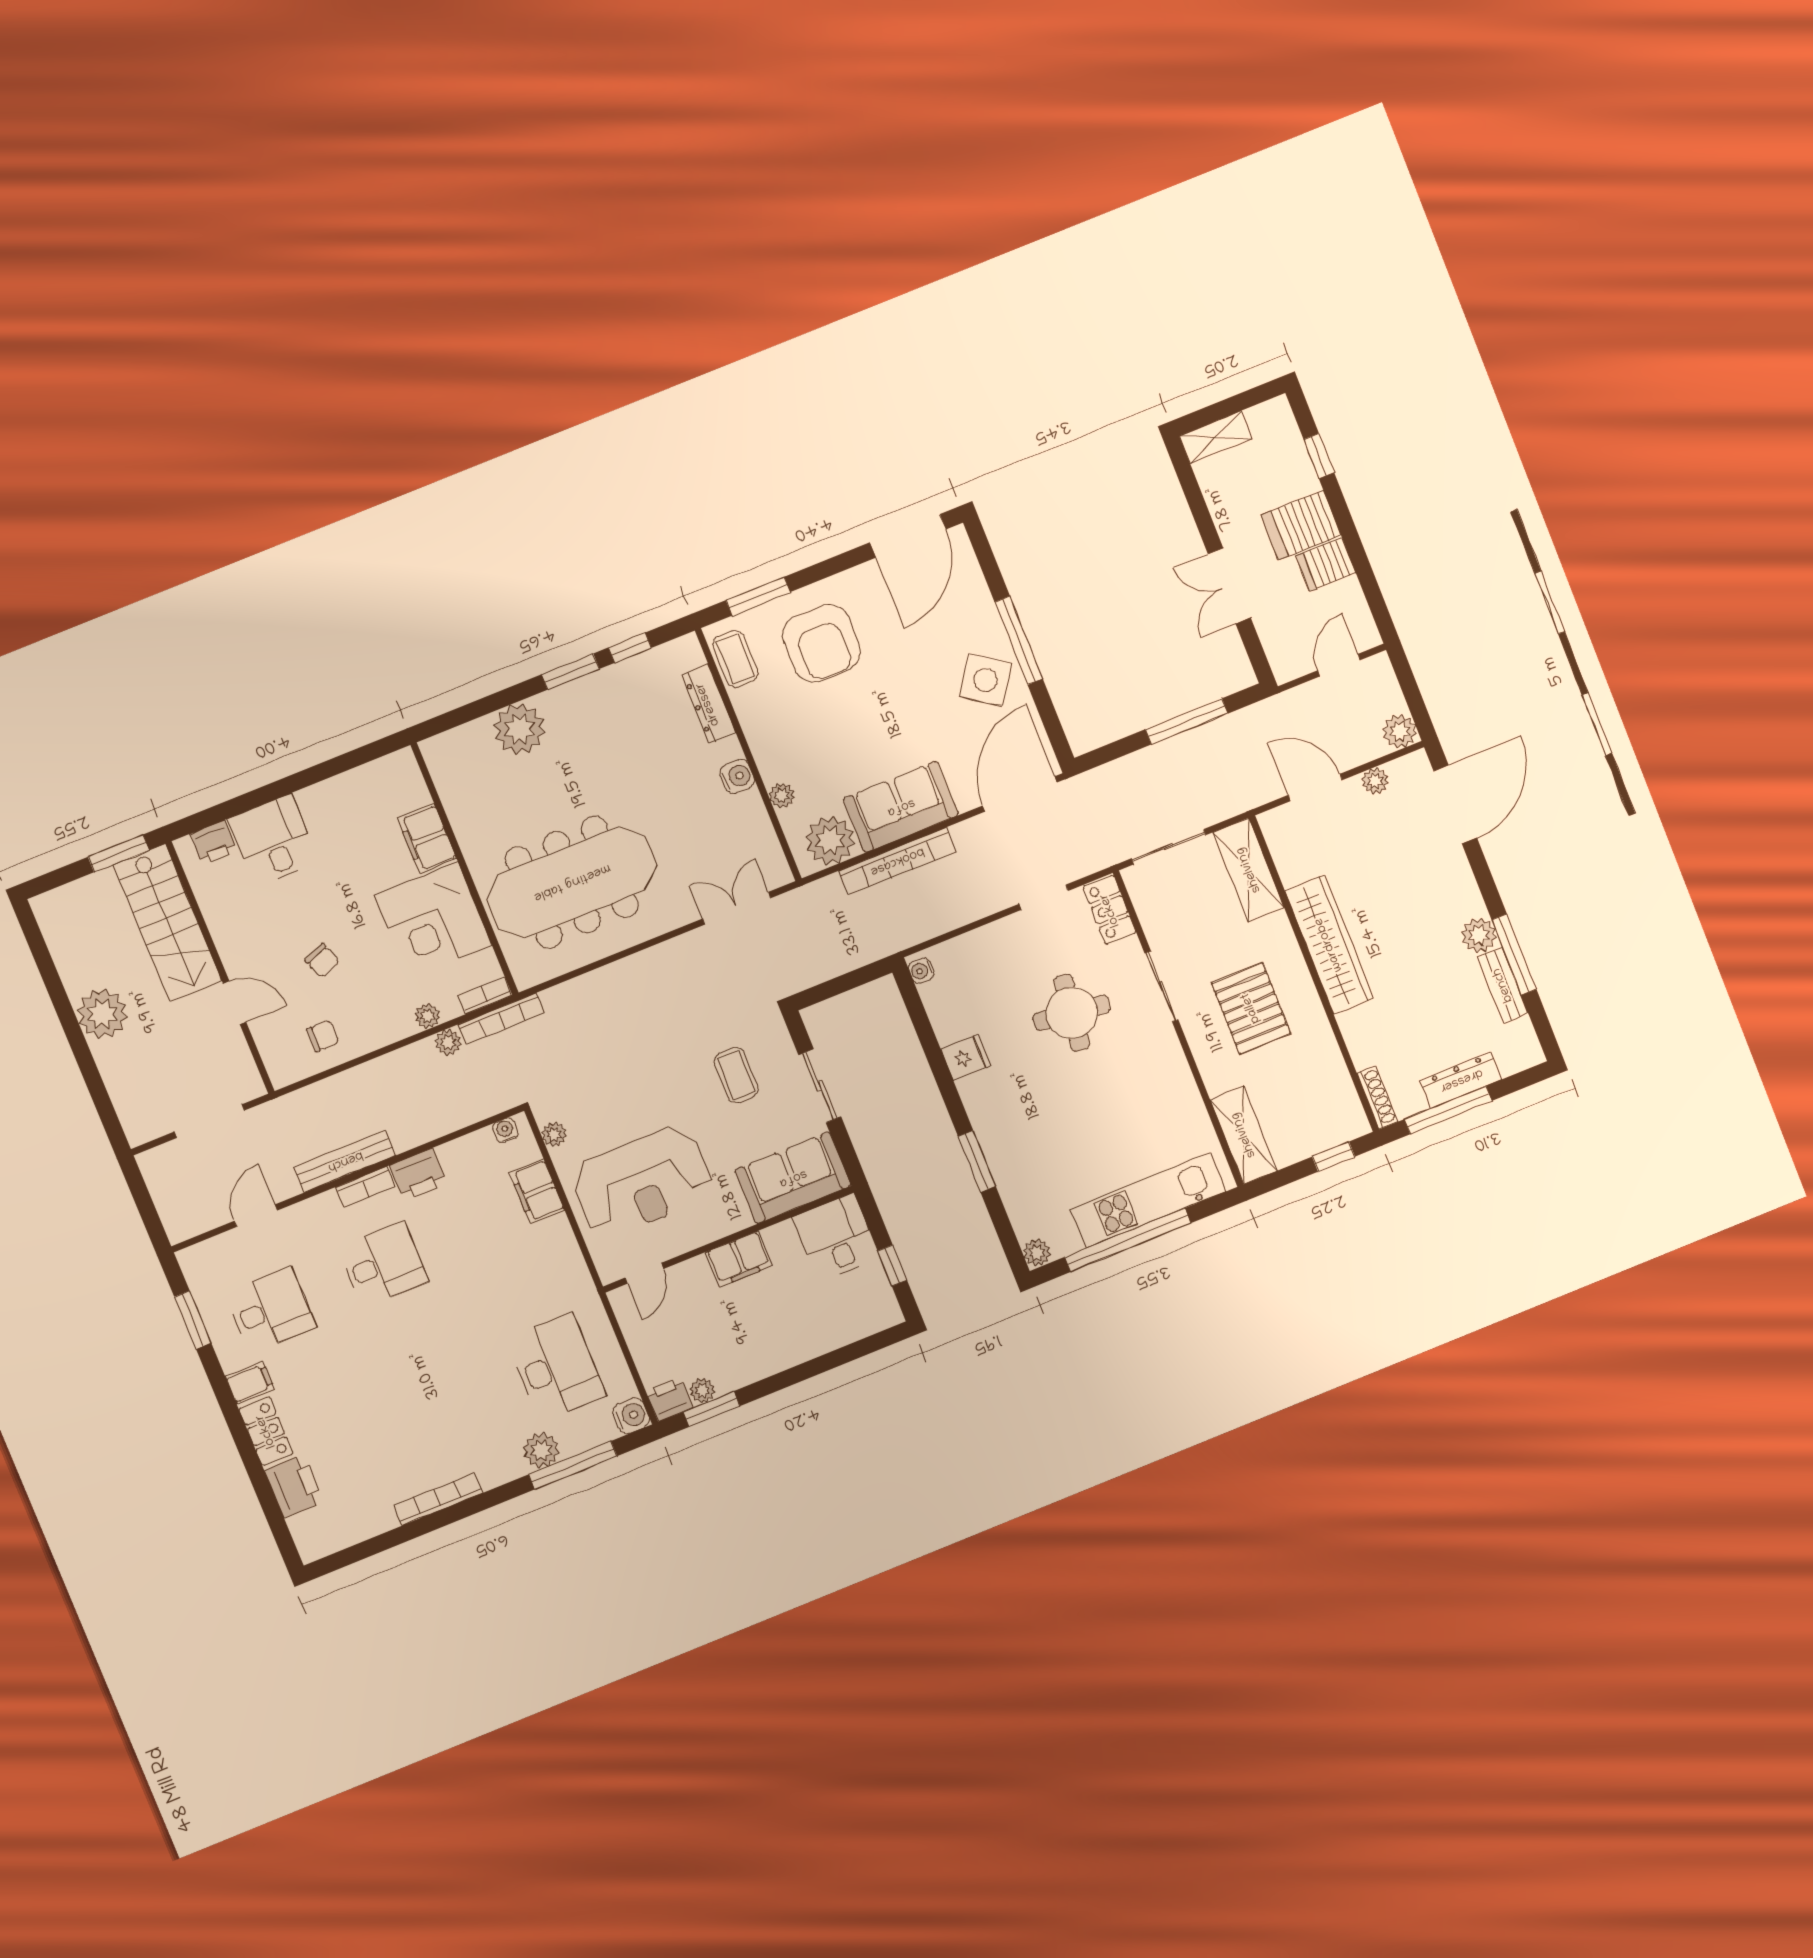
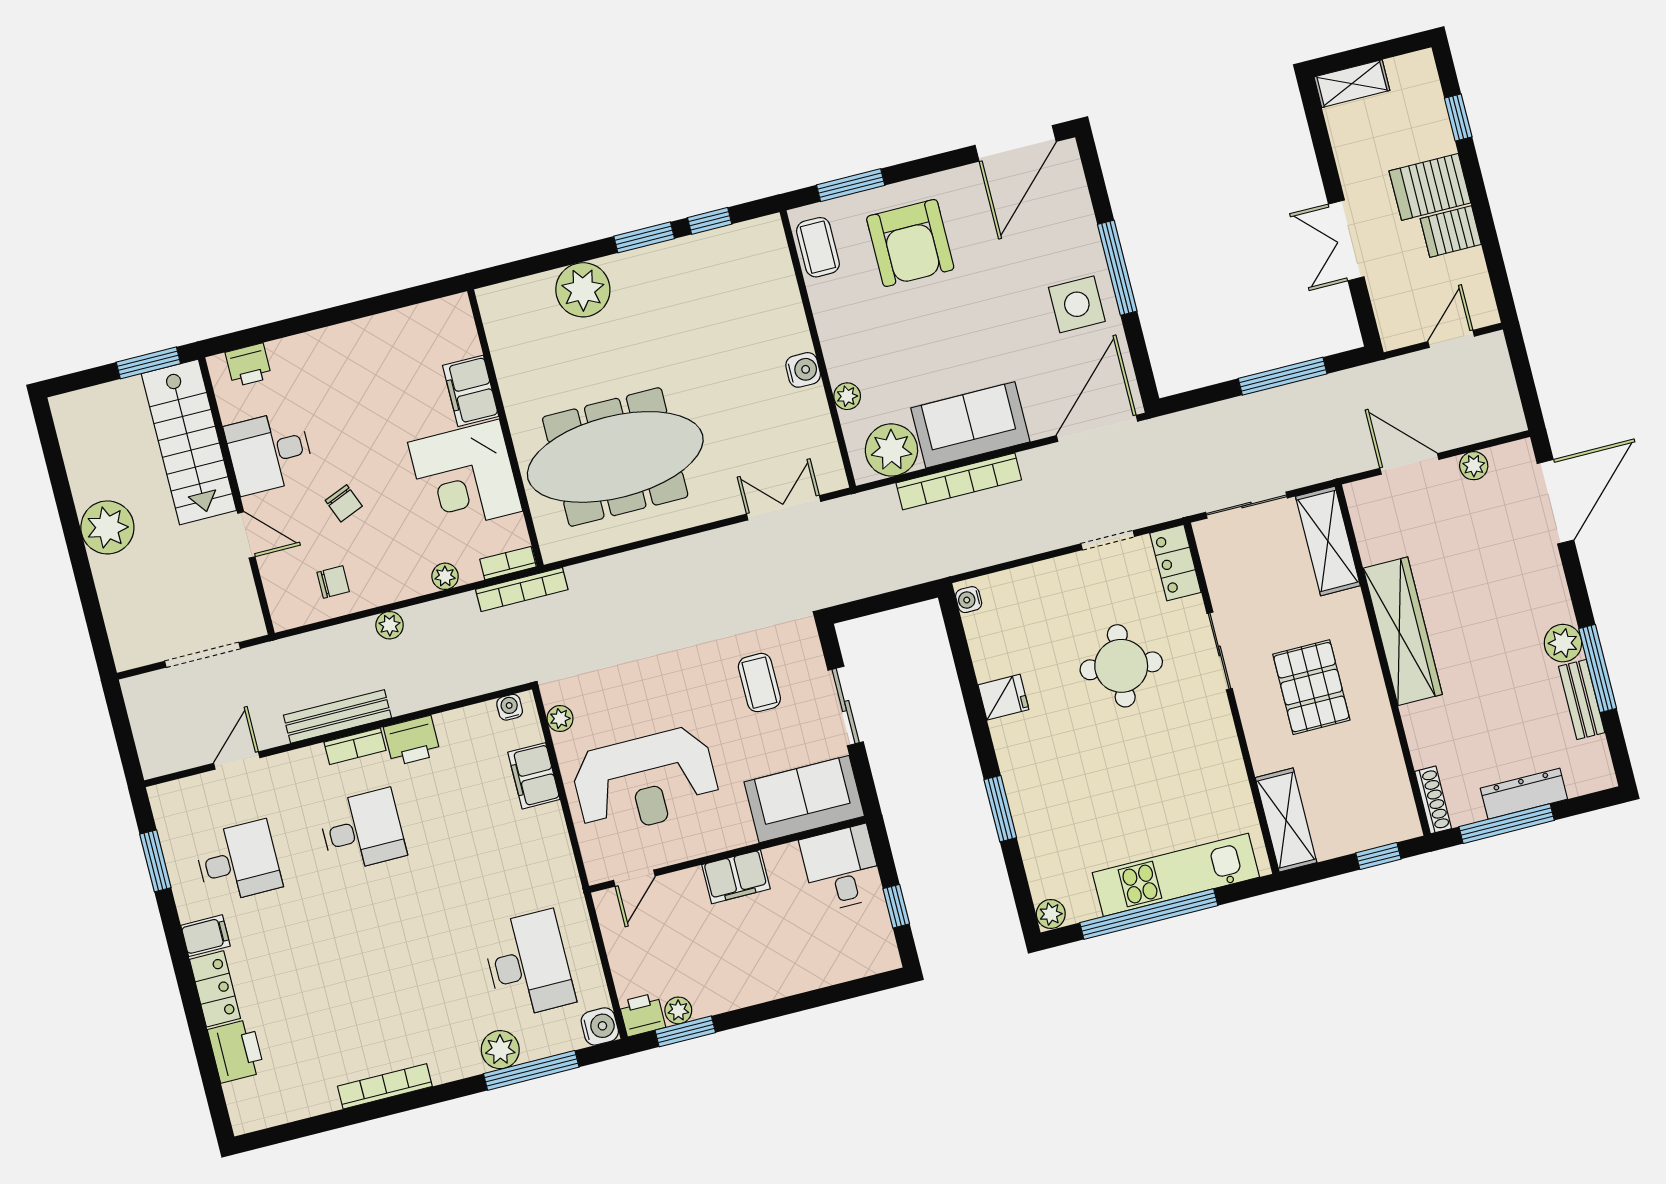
side table: (985, 680) -> (1077, 304), turned -34
dresser: (708, 704) -> (783, 290), removed
plant: (1400, 731) -> (1506, 417), removed
desk: (273, 840) -> (269, 452), moved, turned -90
plant: (448, 1042) -> (390, 625), moved

